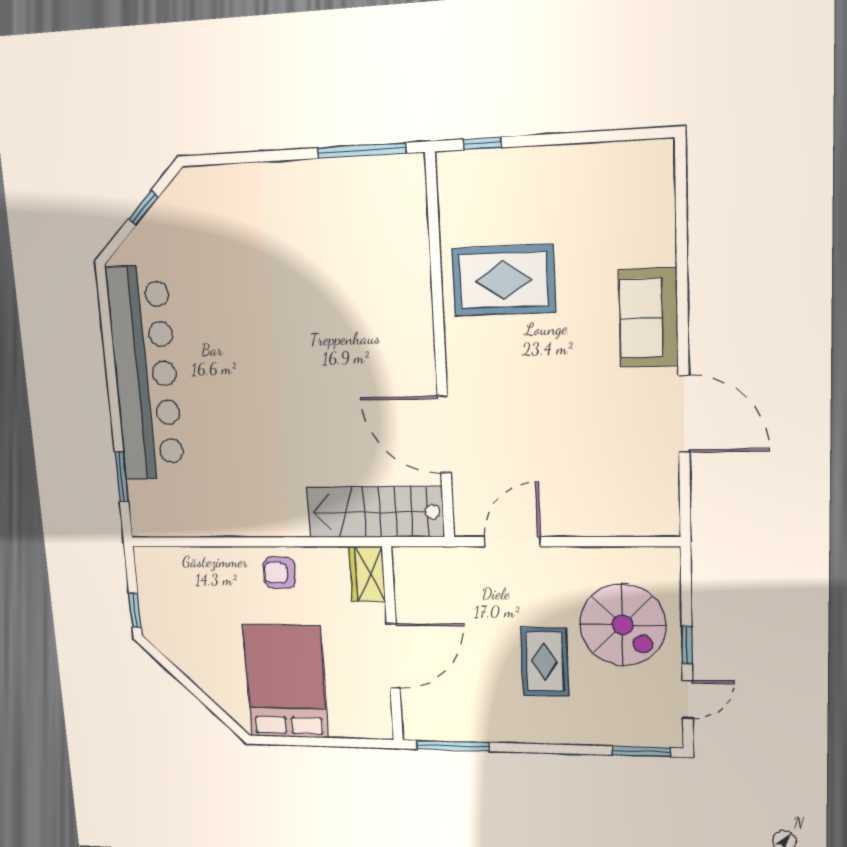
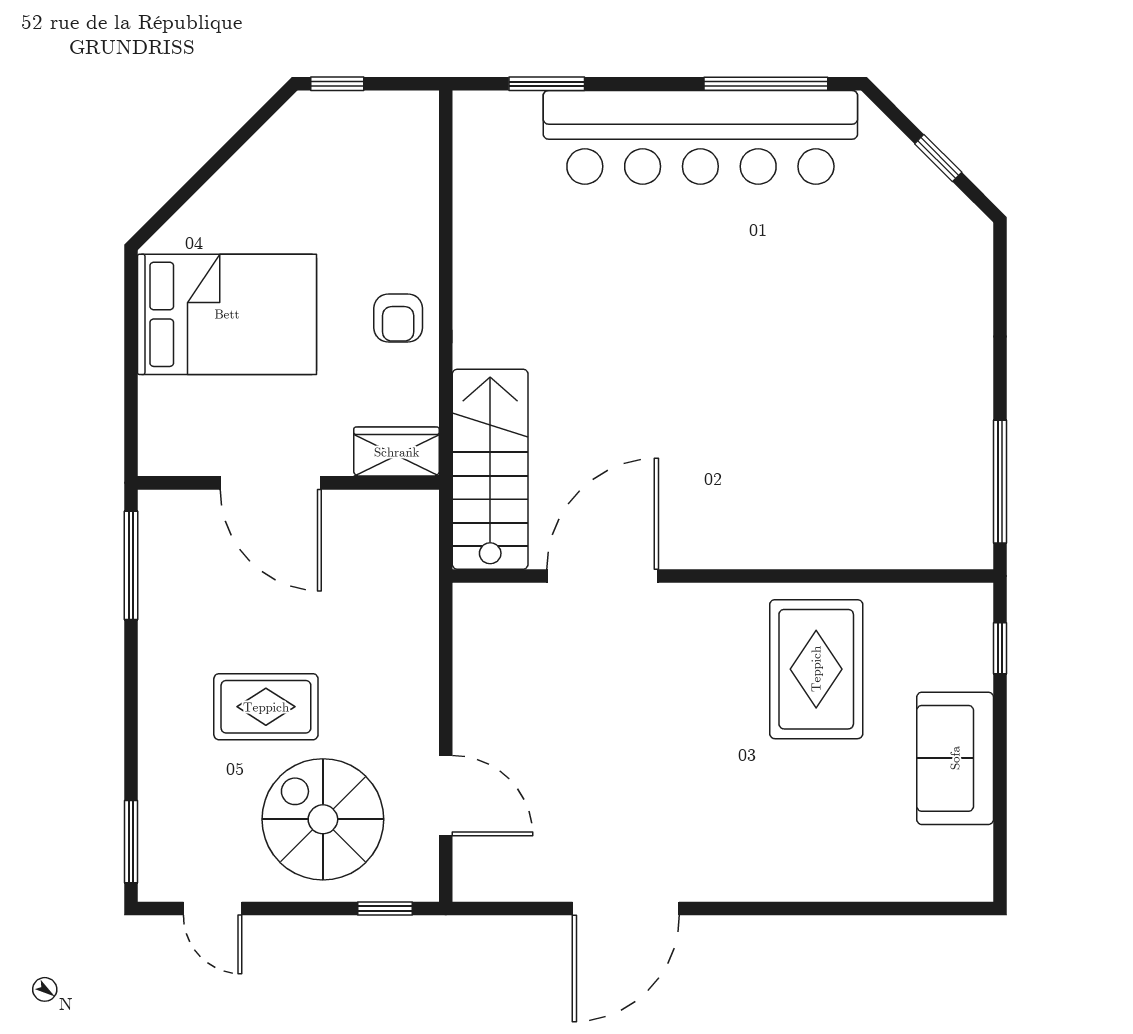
sofa: (649, 318) -> (955, 758), moved, turned -90
window: (107, 330) -> (766, 84), added
door: (512, 542) -> (446, 796), moved
armchair: (280, 573) -> (398, 318), turned 180
spiral stairs: (623, 625) -> (323, 819), turned 90
window: (687, 645) -> (385, 909), moved

